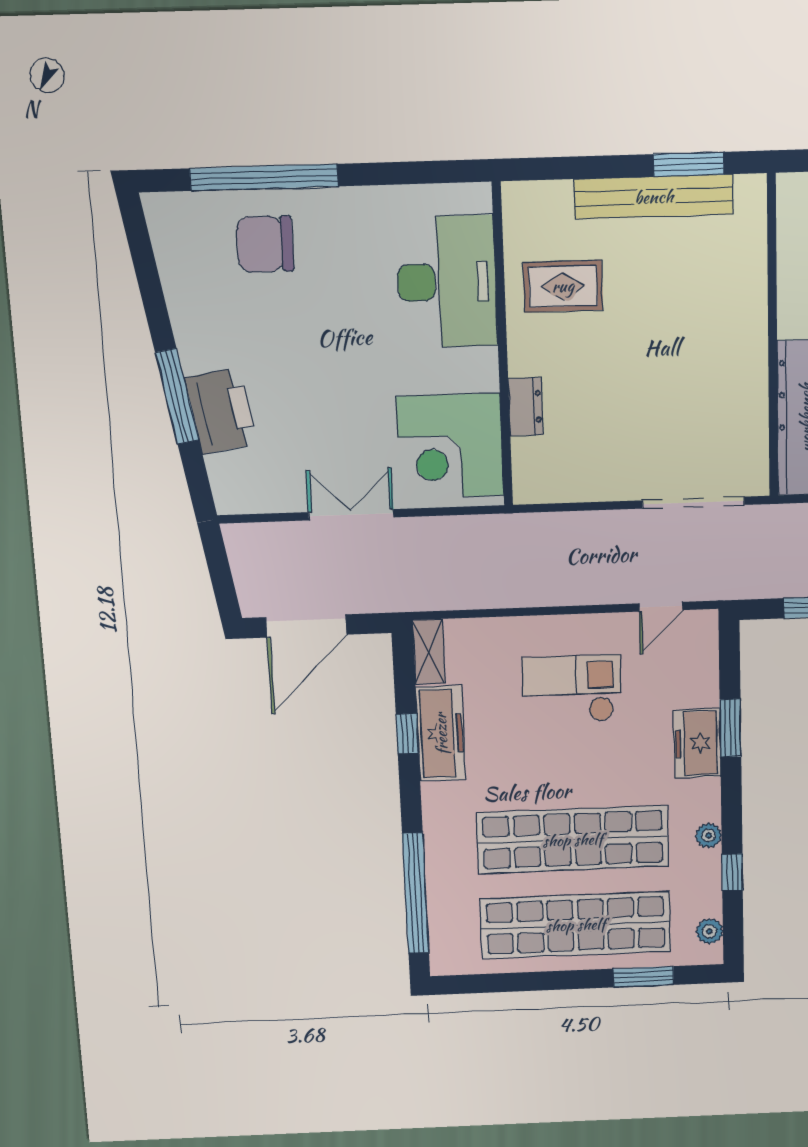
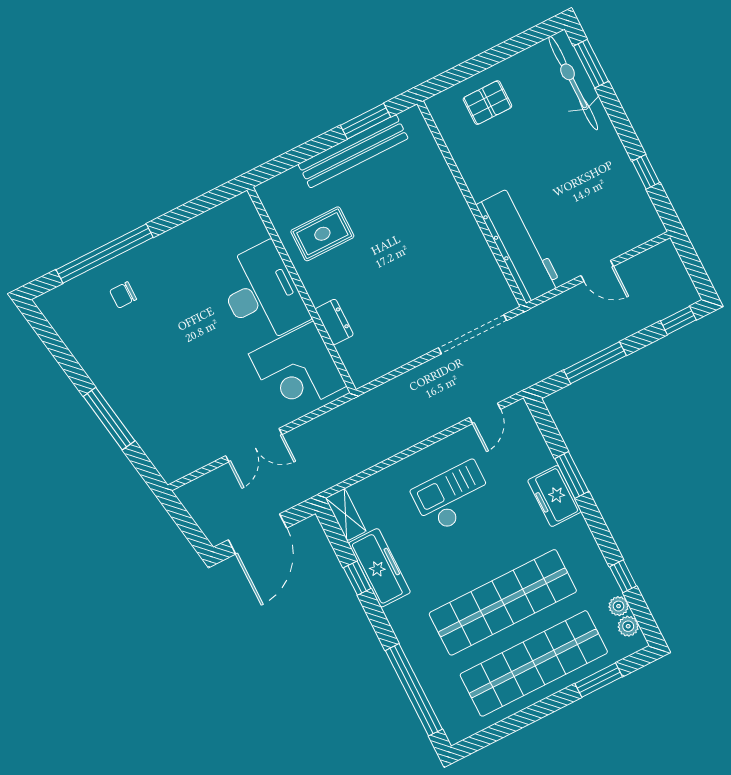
chair: (265, 244) -> (123, 295), width x0.54, depth x0.54
desk: (447, 282) -> (262, 294), moved
printer: (221, 411) -> (141, 415), removed
double door: (351, 515) -> (254, 445), swing flipped
plant: (709, 835) -> (619, 606), moved

